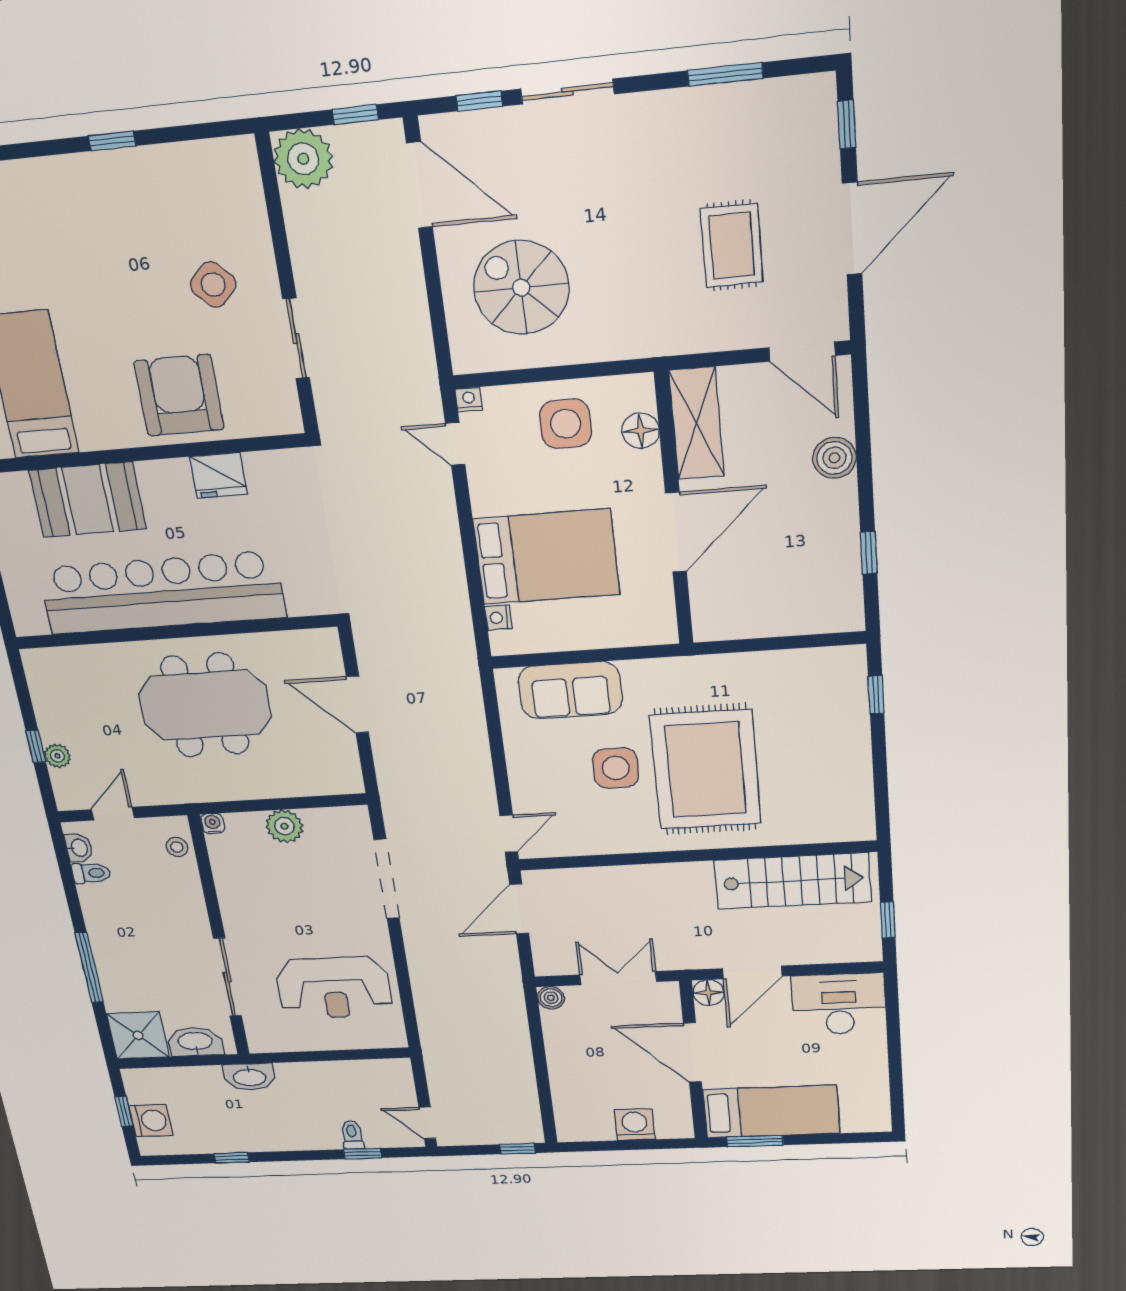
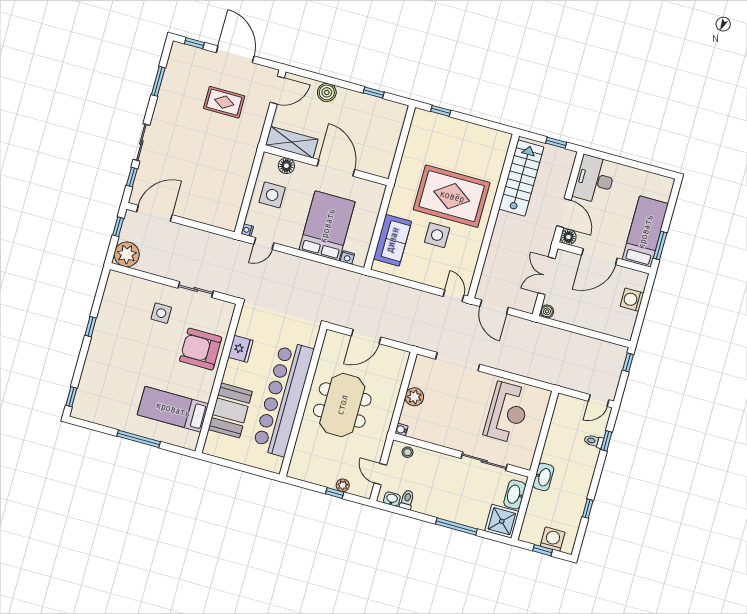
side table: (213, 285) -> (161, 313), turned 45
spiral stairs: (521, 288) -> (210, 190), removed

